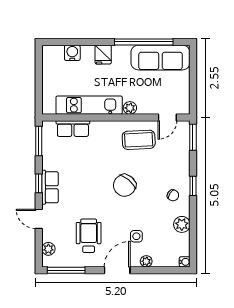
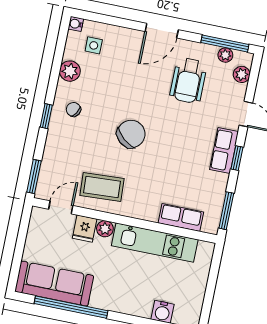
fridge: (103, 55) -> (85, 229), moved, turned 180
side table: (136, 236) -> (94, 45), moved
plant: (146, 261) -> (225, 55), moved

